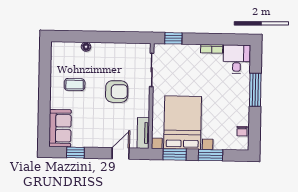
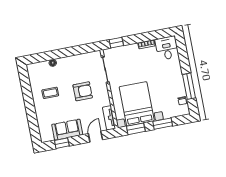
window: (255, 90) -> (189, 86), moved
sofa: (60, 128) -> (67, 130), moved, turned -90

